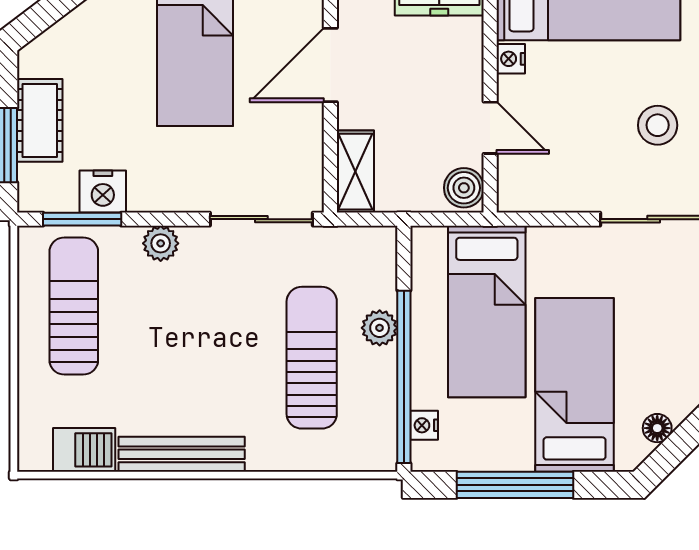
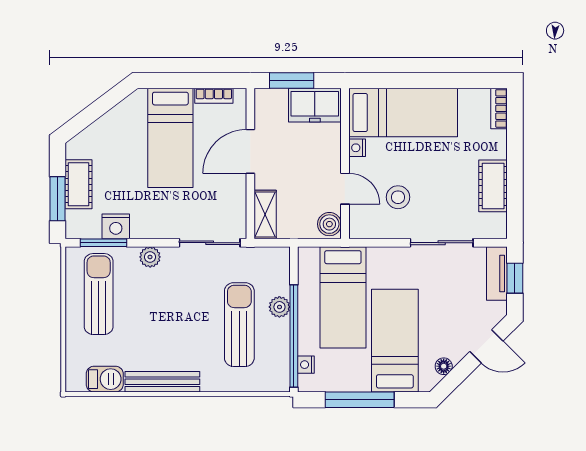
stool: (658, 125) -> (398, 197), moved

